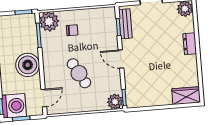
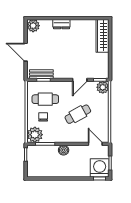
cafe table: (94, 31) -> (45, 99), added
door: (121, 59) -> (80, 80), moved
boiler: (28, 65) -> (64, 150), width x0.54, depth x0.54
wardrobe: (186, 96) -> (102, 36), width x1.50

